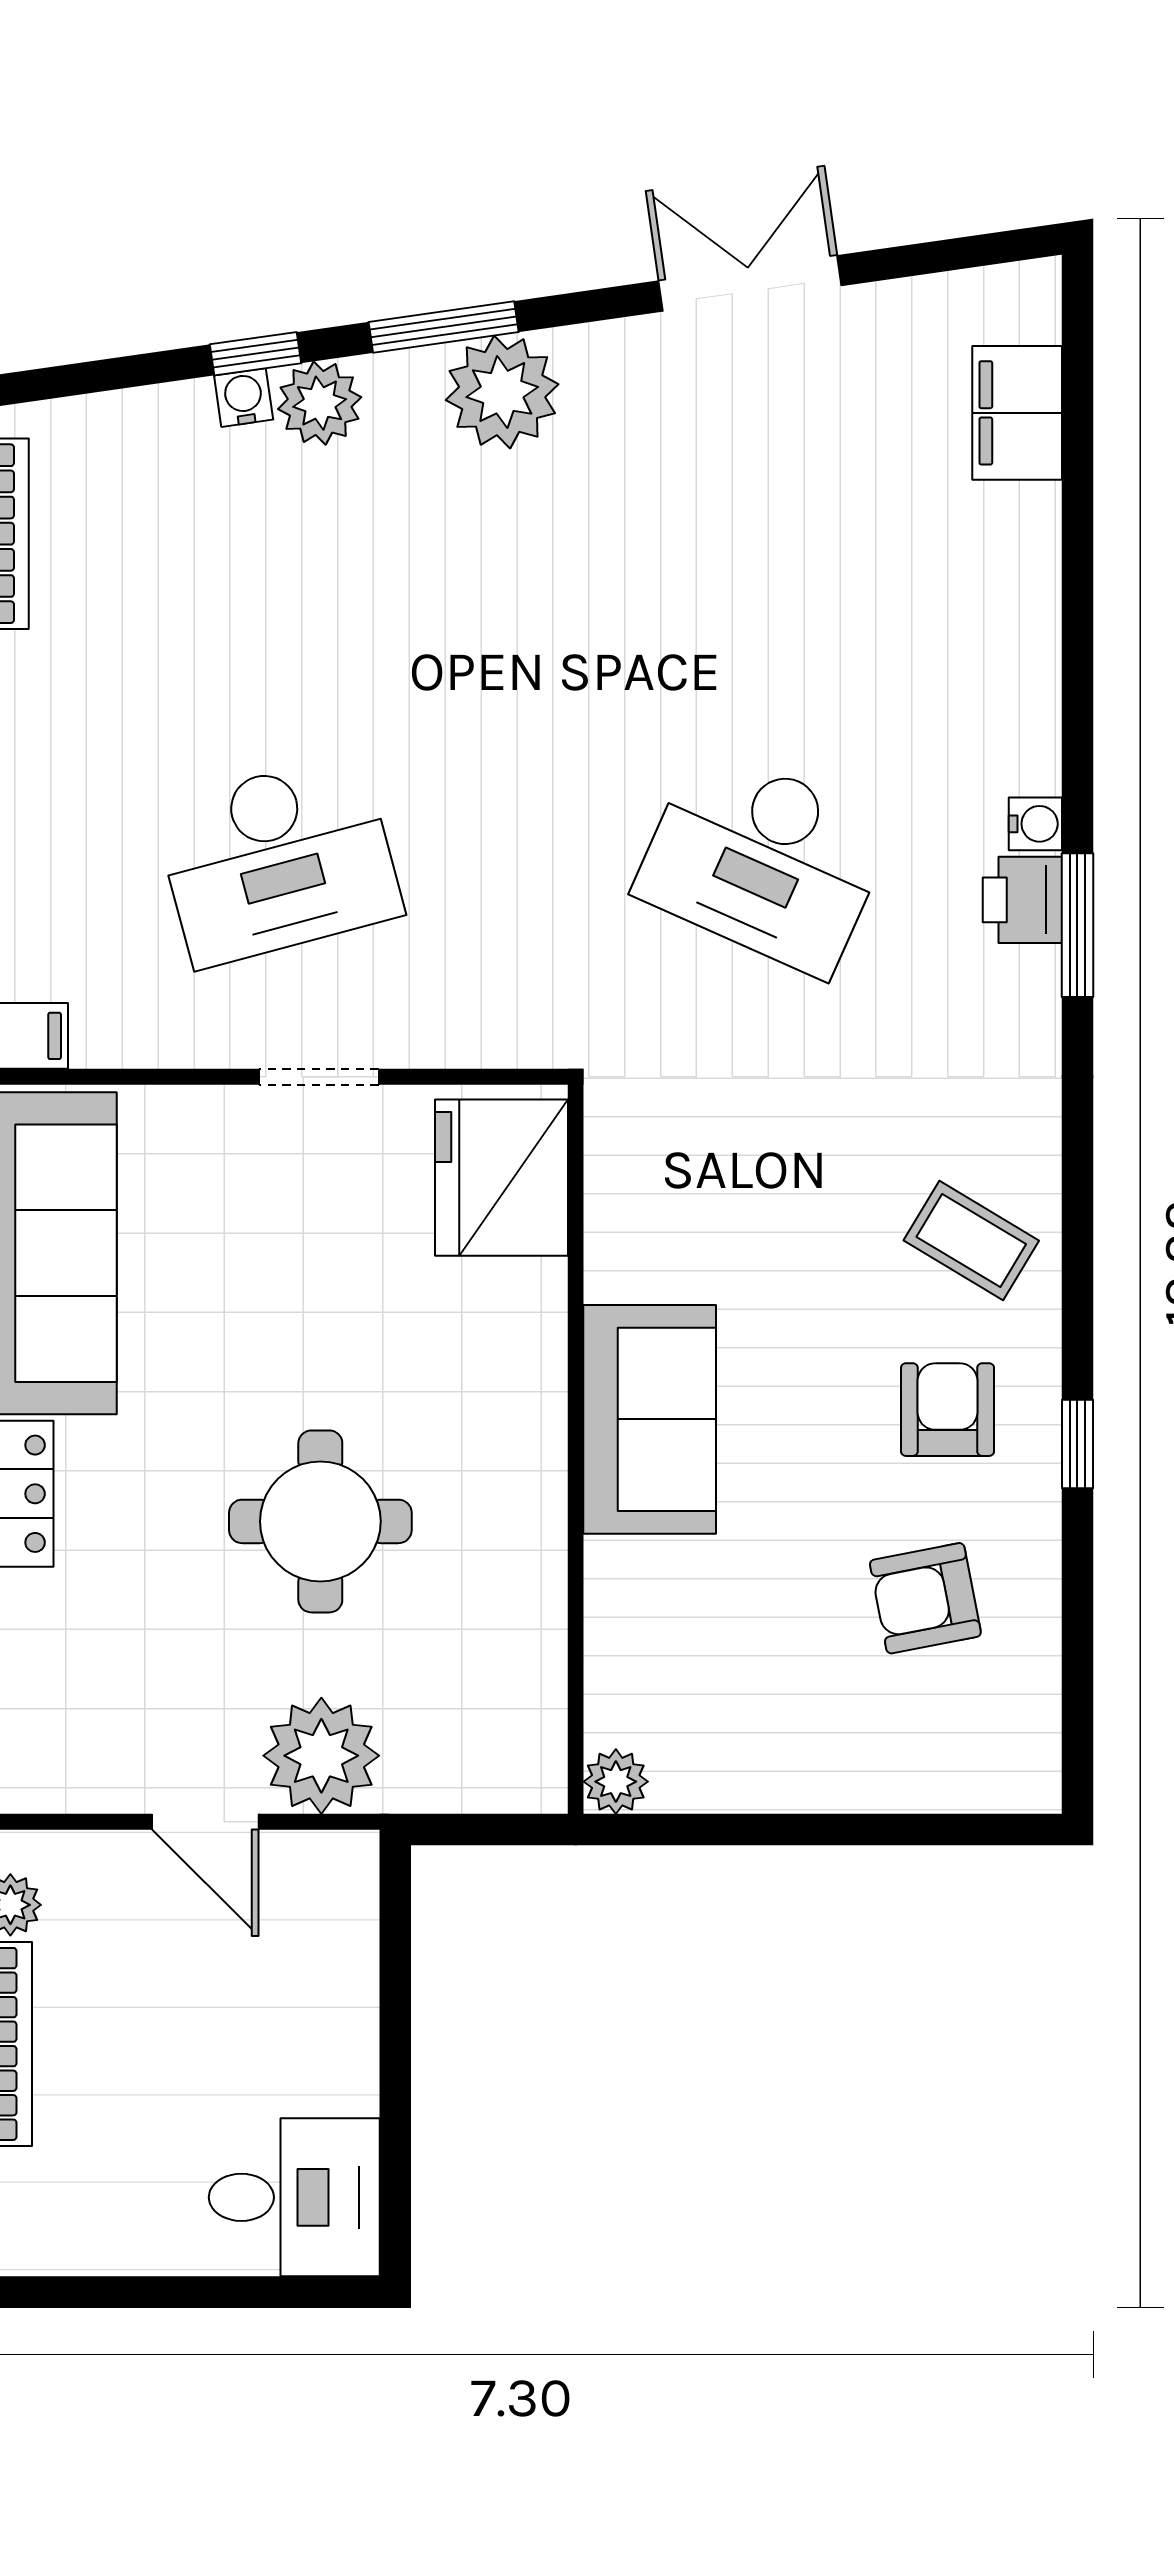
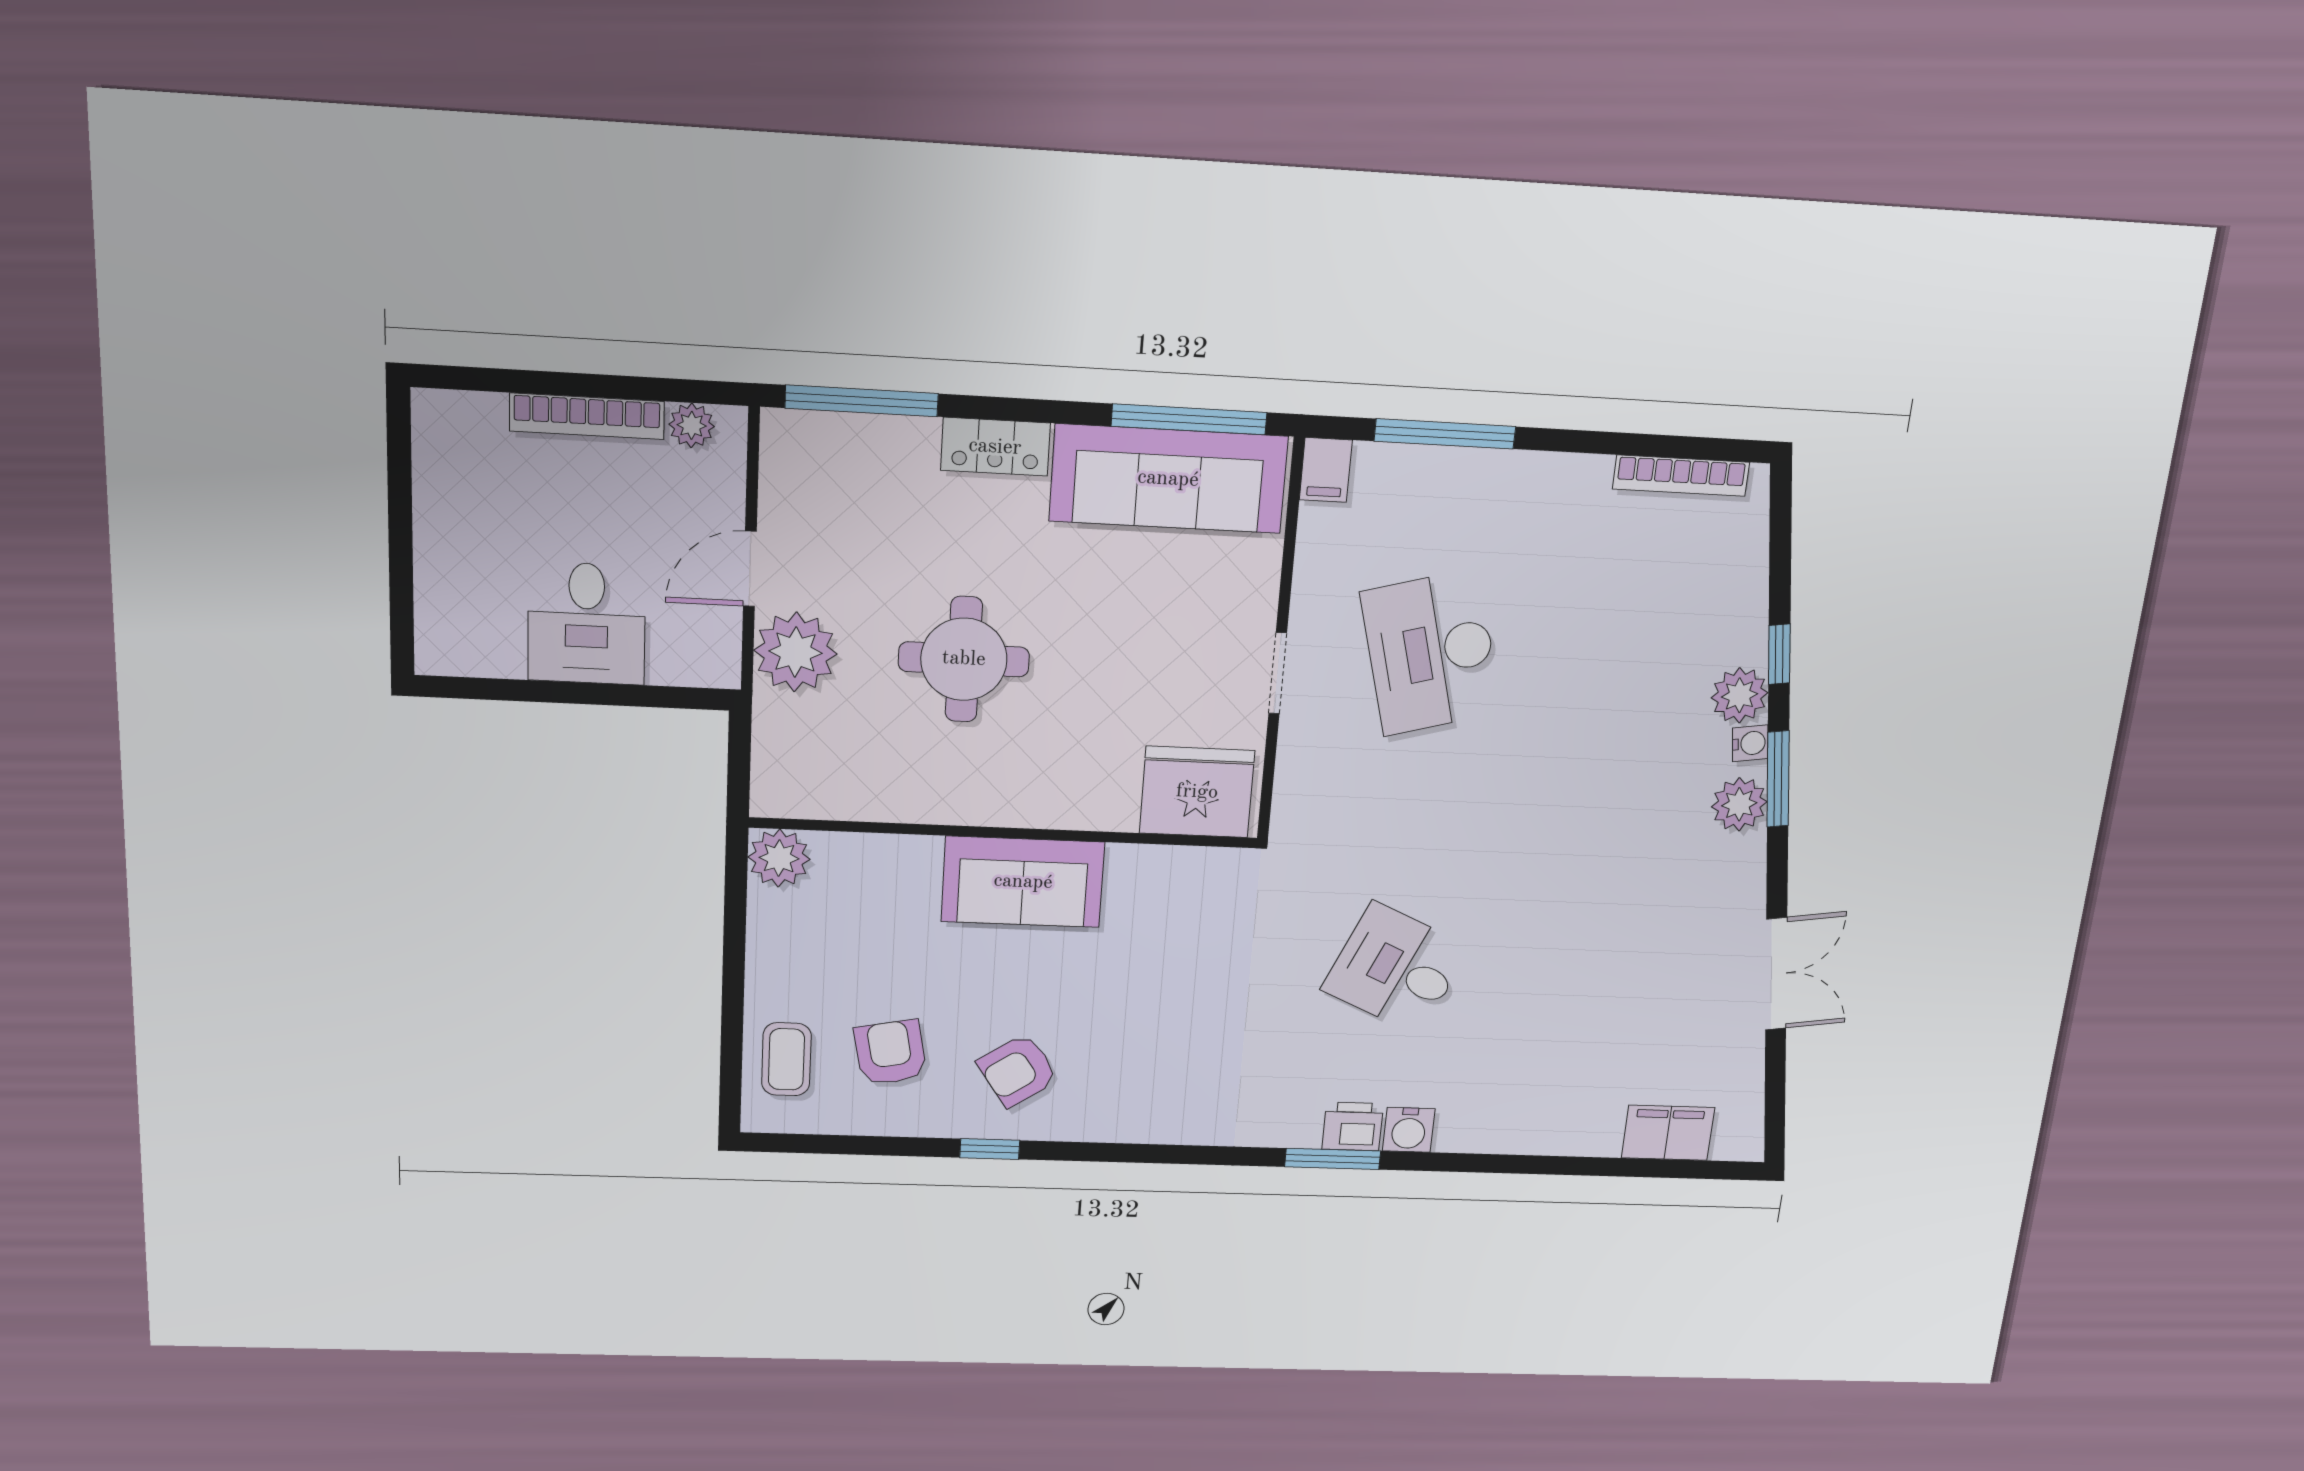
plant: (502, 392) -> (1739, 804), width x0.73, depth x0.73
water cooler: (244, 398) -> (1750, 743), moved
water cooler: (1035, 824) -> (1409, 1130), width x1.38, depth x1.38
desk: (763, 860) -> (1396, 968), width x0.73
coffee table: (971, 1241) -> (786, 1059), moved, turned -31
armchair: (948, 1410) -> (1018, 1070), turned 146
plant: (616, 1782) -> (779, 858), width x1.38, depth x1.38
desk: (294, 2197) -> (587, 623), moved

